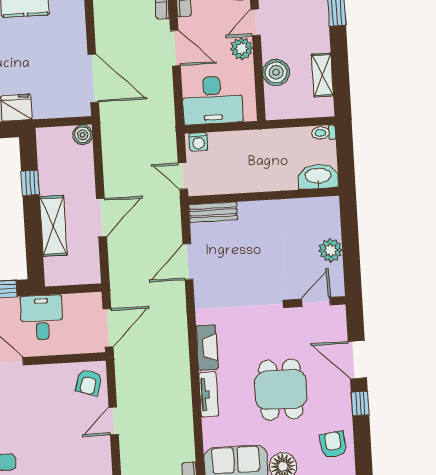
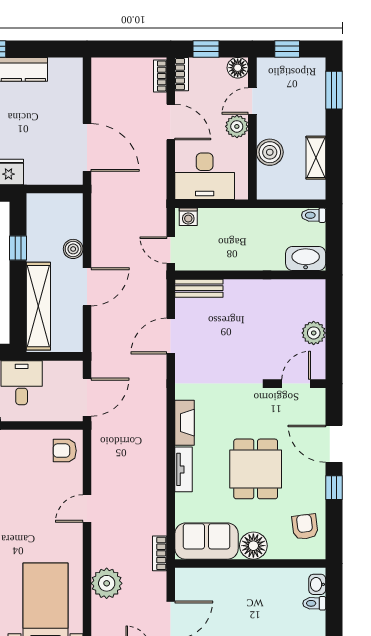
boiler: (83, 135) -> (73, 249), moved
shelving: (53, 226) -> (38, 306), width x1.47
armchair: (89, 383) -> (65, 451), turned 73
door: (114, 421) -> (87, 508), moved

